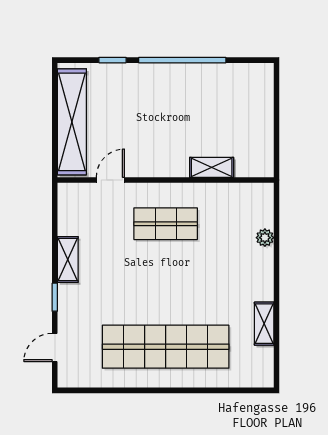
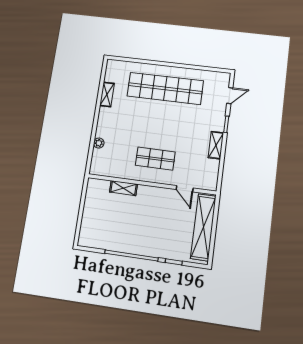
door: (110, 180) -> (185, 189), hinge flipped

